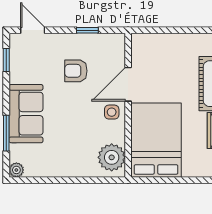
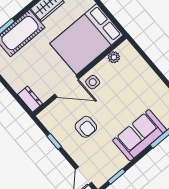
dresser: (145, 41) -> (30, 99), added
plant: (112, 157) -> (114, 57), width x0.53, depth x0.53

